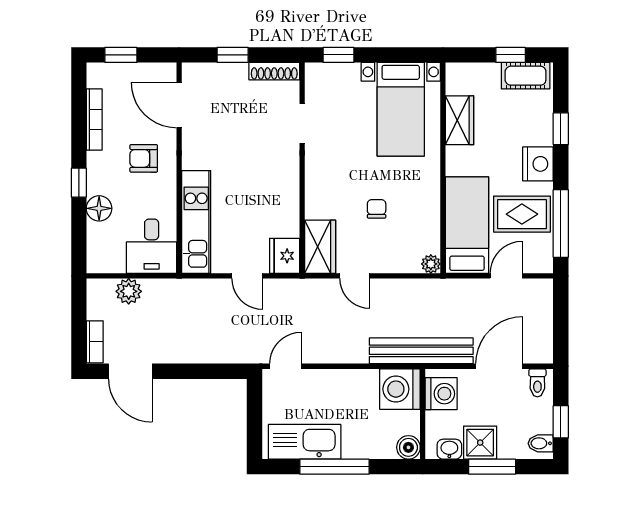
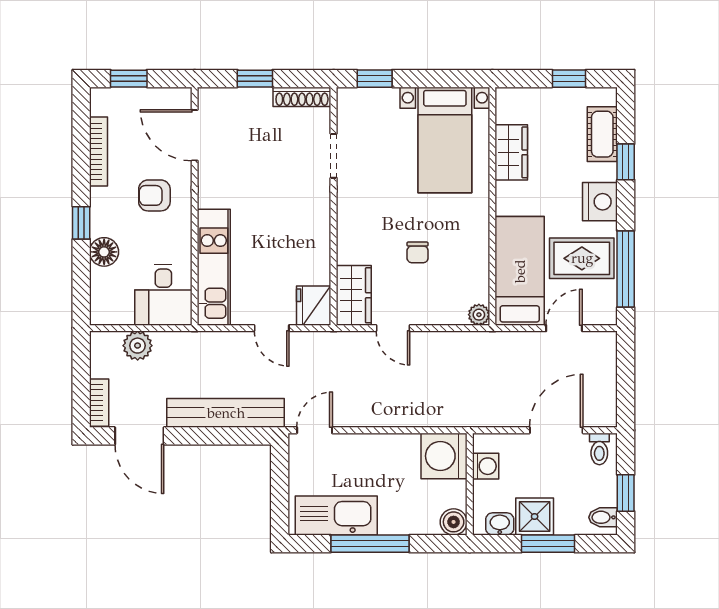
cot: (526, 76) -> (602, 134), moved, turned 90
chair: (377, 209) -> (418, 252), turned 180
bench: (421, 351) -> (226, 413), moved
washing machine: (441, 394) -> (486, 466), width x0.73, depth x0.73

